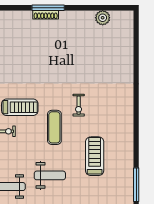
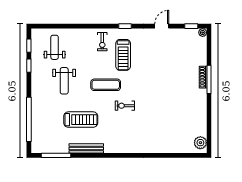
plant: (103, 18) -> (200, 143), moved
bench: (128, 150) -> (86, 148), added

